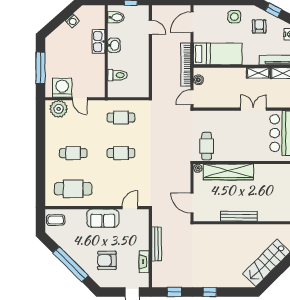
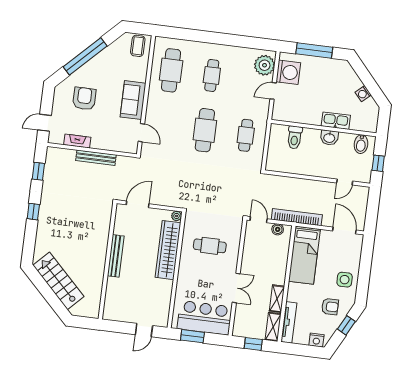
cafe table: (207, 146) -> (210, 246), moved
cafe table: (121, 153) -> (205, 130), width x1.37, depth x1.35

